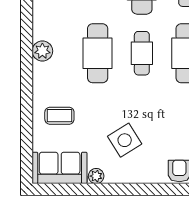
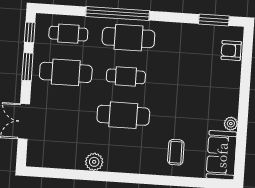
plant: (42, 51) -> (94, 162), moved
side table: (125, 140) -> (201, 97), removed

